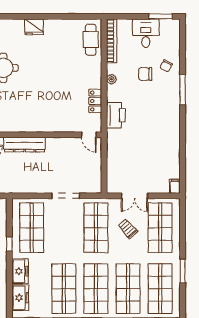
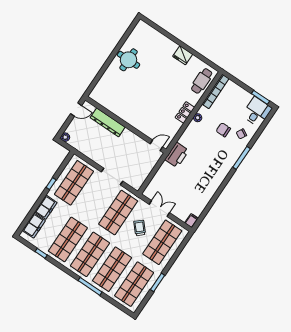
fridge: (34, 27) -> (183, 55), moved
desk: (146, 33) -> (257, 112), moved
locker: (95, 101) -> (185, 112), moved
printer: (116, 115) -> (177, 155), moved
door: (89, 135) -> (156, 145), swing flipped
double door: (134, 196) -> (159, 208), swing flipped

